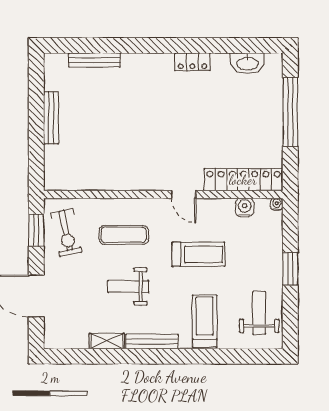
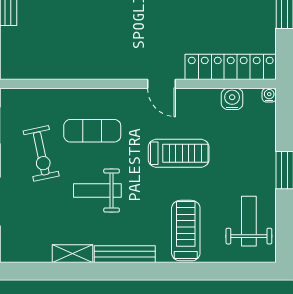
exercise bike: (66, 233) -> (41, 153), moved

